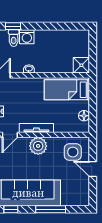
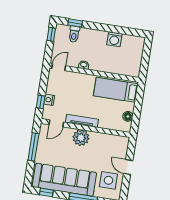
washing machine: (27, 37) -> (114, 39), moved
shower: (81, 65) -> (133, 69), removed
side table: (73, 152) -> (108, 180), moved

